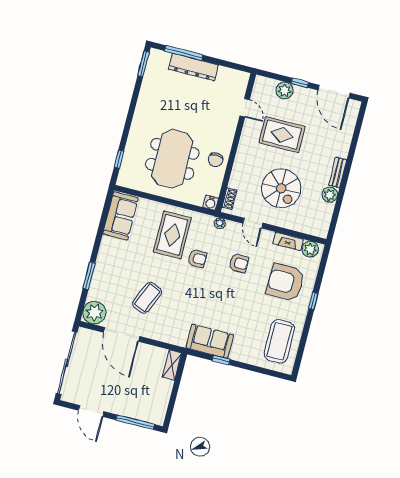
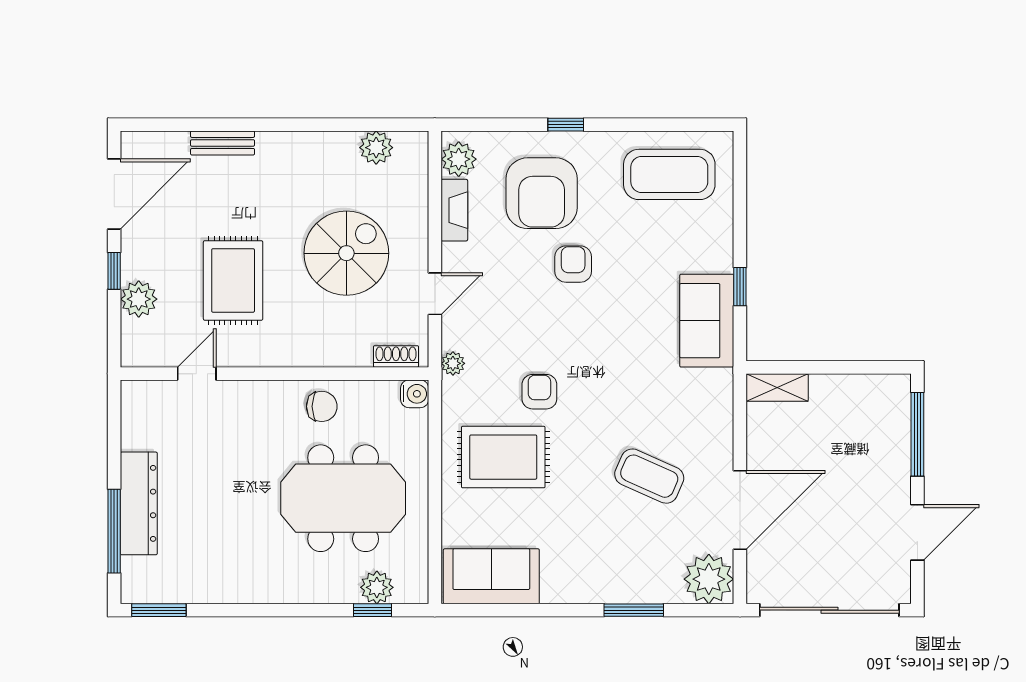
plant: (129, 164) -> (377, 587), added
bench: (338, 172) -> (223, 143), moved
plant: (330, 195) -> (376, 148), moved
armchair: (239, 263) -> (573, 264), moved

